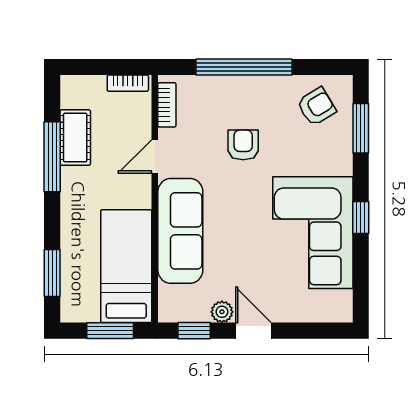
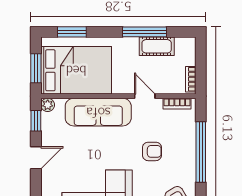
bed: (126, 266) -> (76, 70), width x1.50
plant: (222, 312) -> (48, 105), moved

